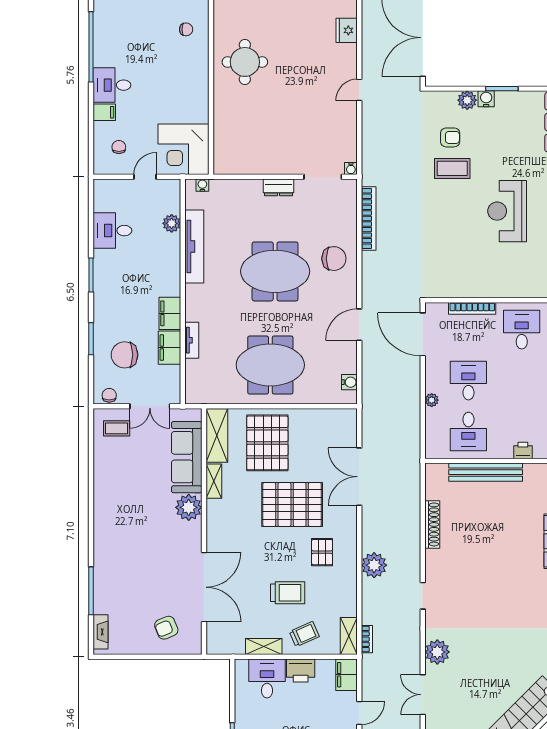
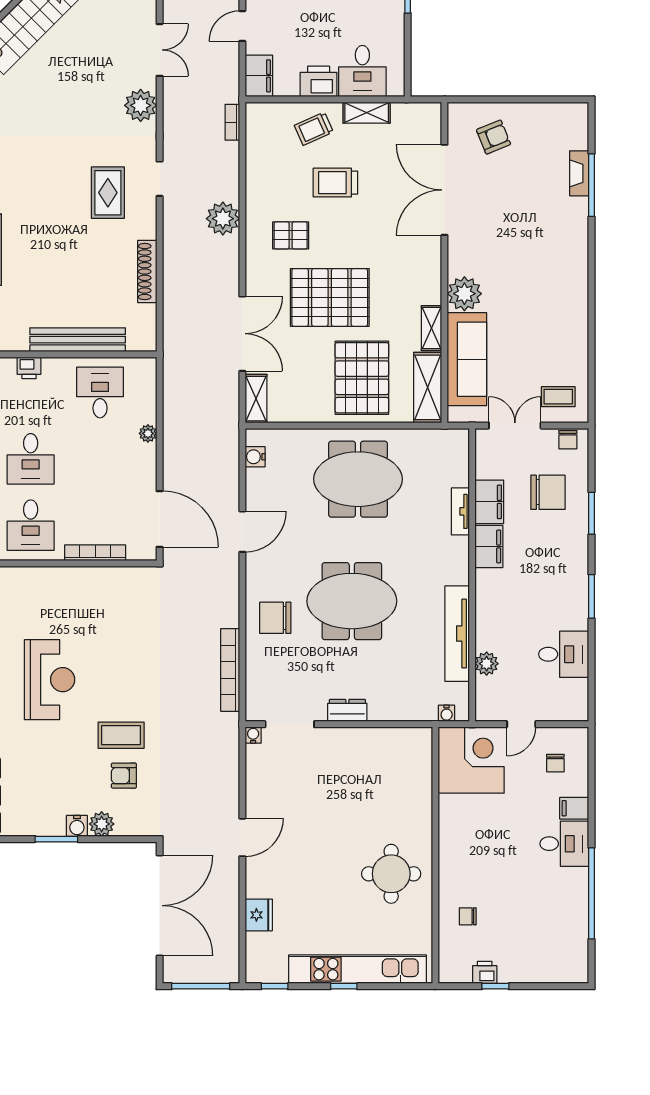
door: (359, 90) -> (242, 837), width x1.38
desk: (468, 381) -> (31, 459), moved
pallet: (322, 552) -> (291, 235), turned 90
rug: (462, 585) -> (108, 193), added
fireplace: (101, 632) -> (579, 173), moved
shelving: (349, 636) -> (256, 399), moved

